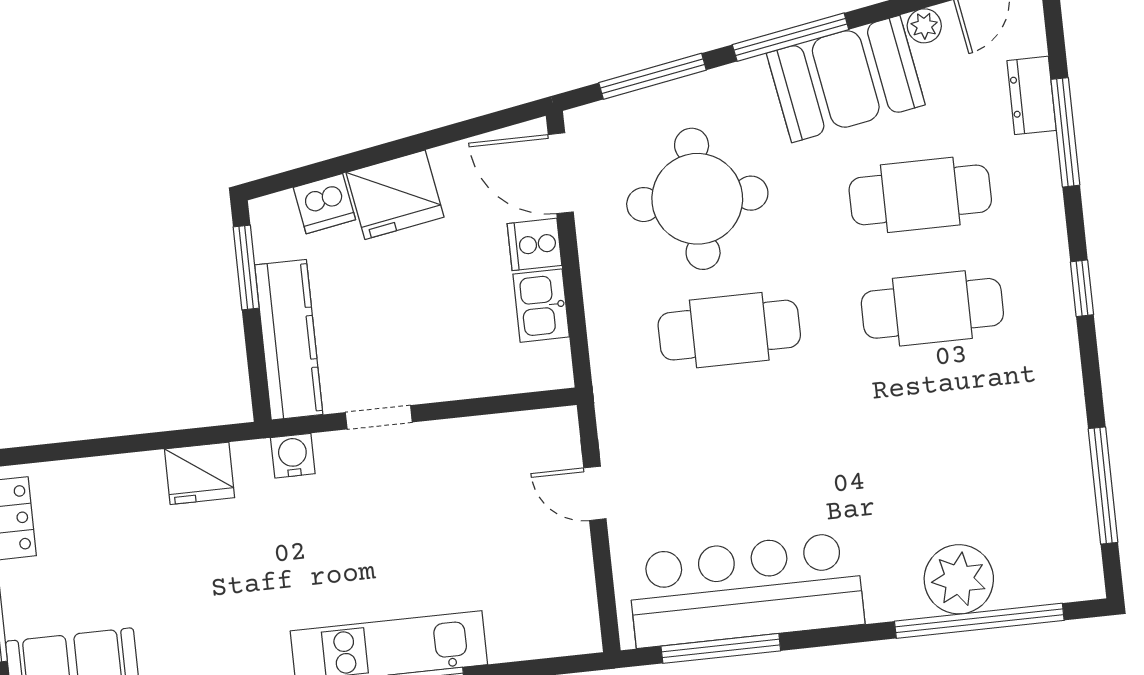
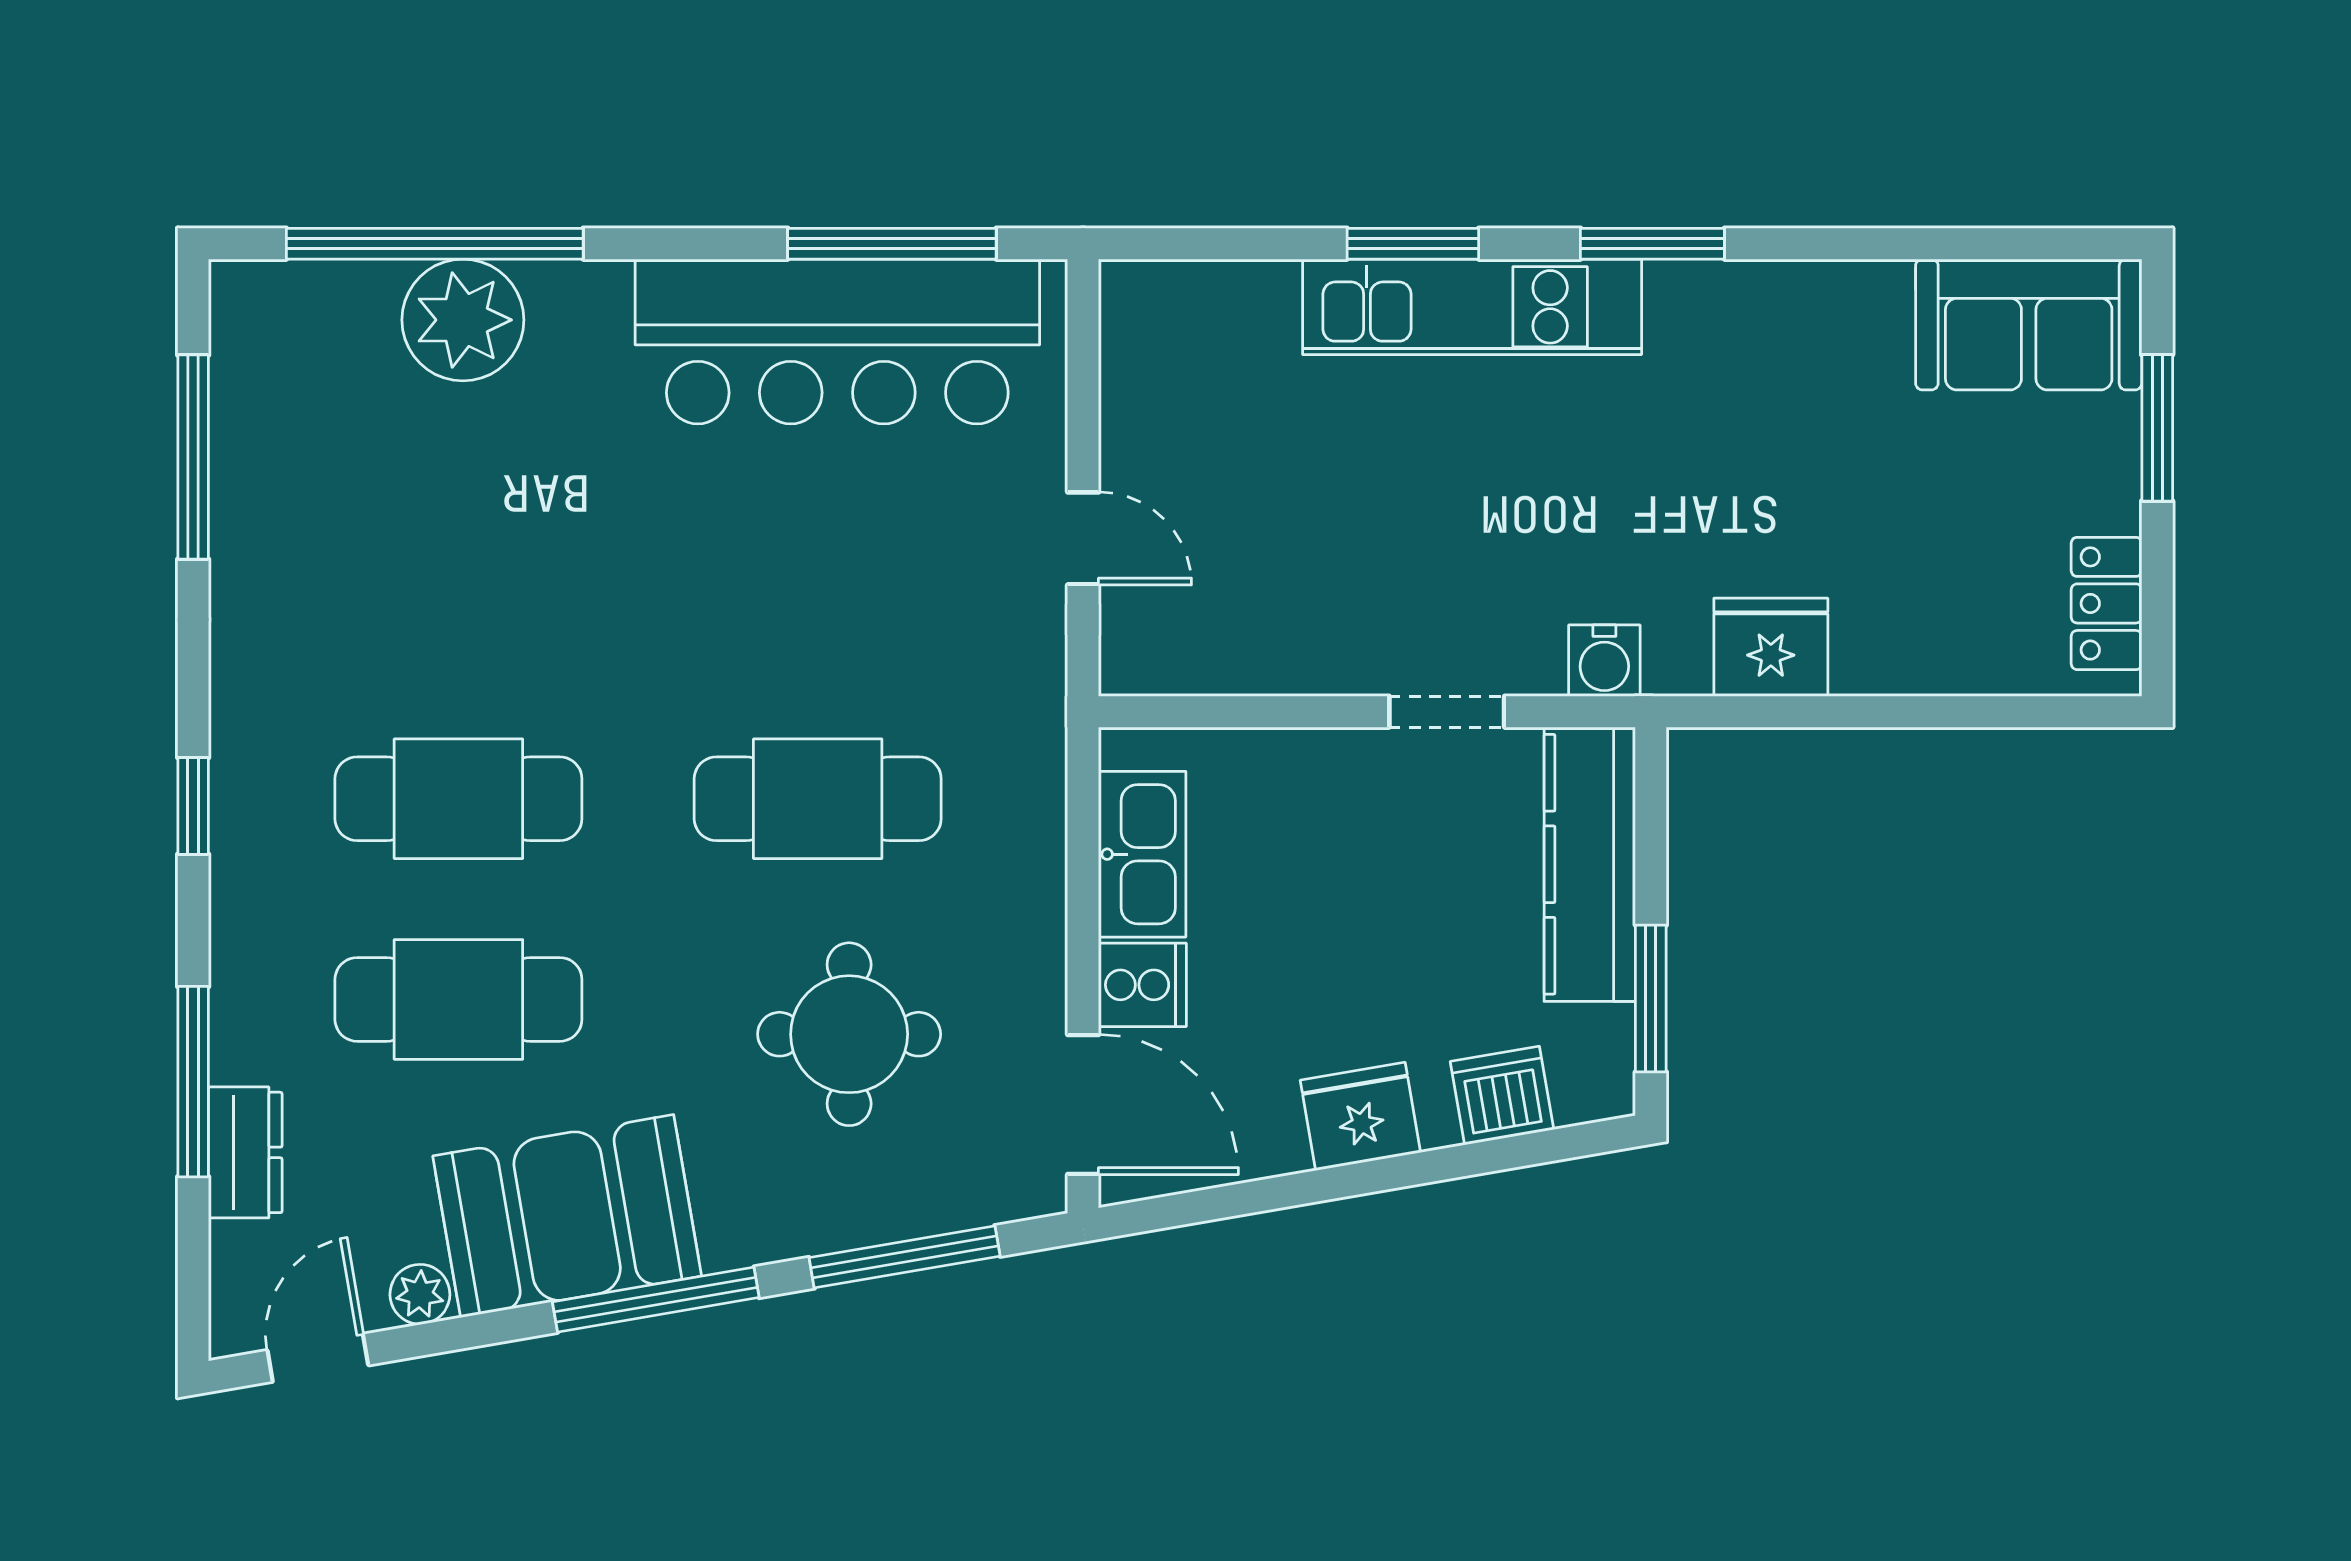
fridge: (395, 195) -> (1360, 1116), width x0.73, depth x0.75
round table: (697, 199) -> (849, 1034), width x0.73, depth x0.73
kitchen sink: (541, 306) -> (1142, 854), width x1.38

